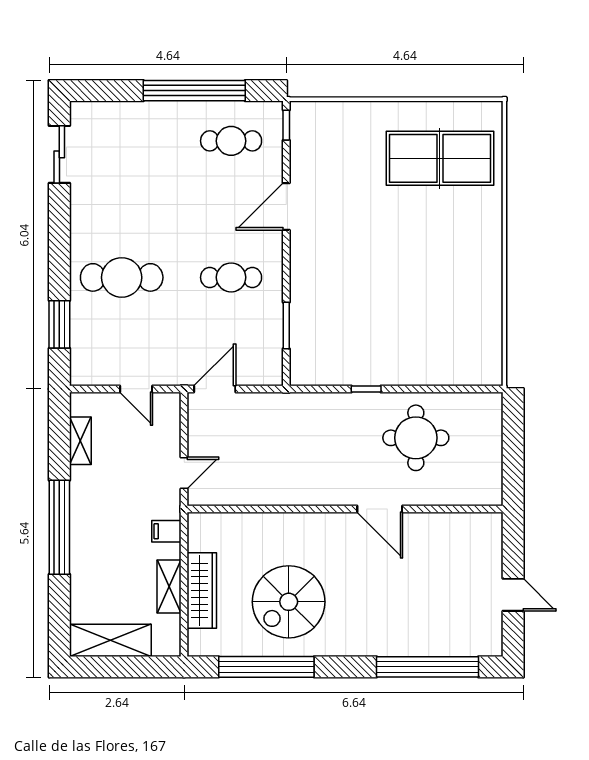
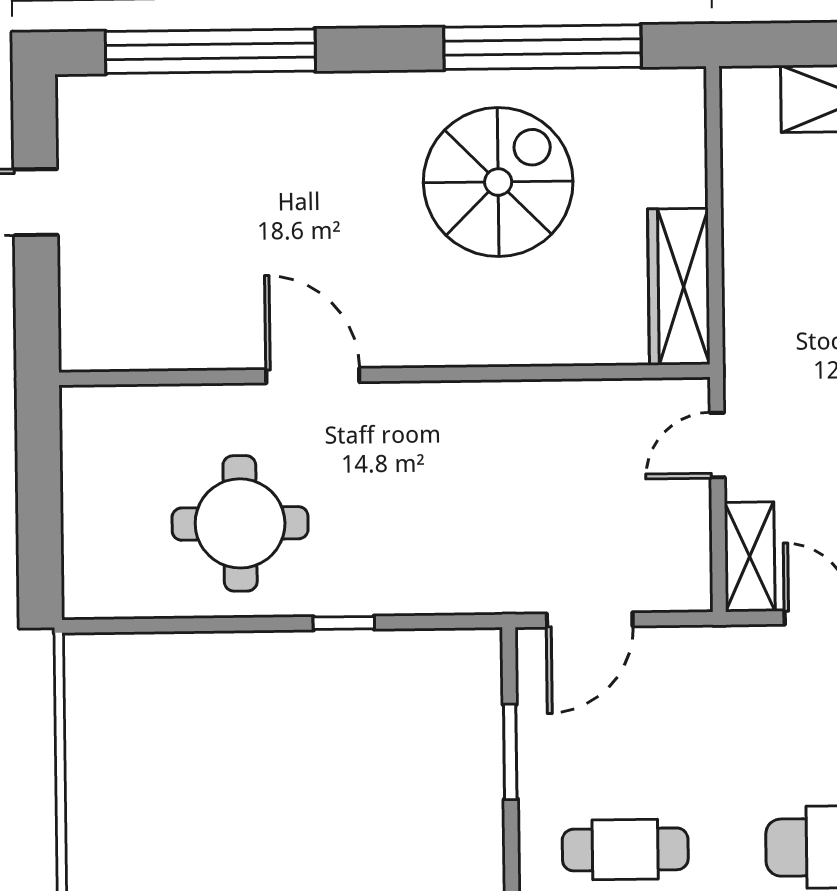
door: (215, 389) -> (590, 620), moved
filing cabinet: (166, 531) -> (752, 324), removed
shelving: (169, 586) -> (750, 557), moved
wardrobe: (202, 590) -> (679, 287), moved

